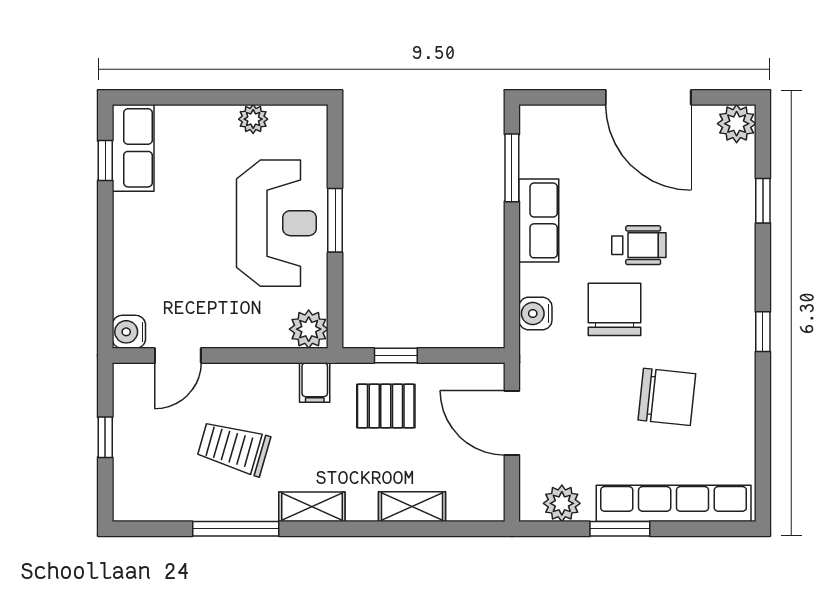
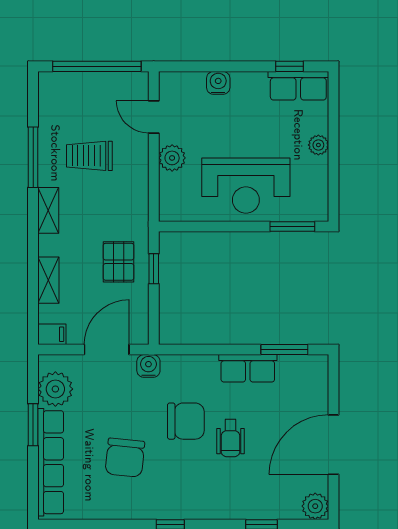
plant: (253, 119) -> (318, 145), moved
window: (335, 220) -> (292, 226), moved
water cooler: (535, 314) -> (148, 366), moved
plant: (309, 329) -> (172, 158), moved
water cooler: (129, 332) -> (218, 83), moved
filing cabinet: (315, 383) -> (52, 334), moved, turned 180
window: (105, 437) -> (97, 66), width x3.17
trolley: (234, 448) -> (89, 156), turned -106
plant: (562, 503) -> (55, 389), width x1.36, depth x1.36

